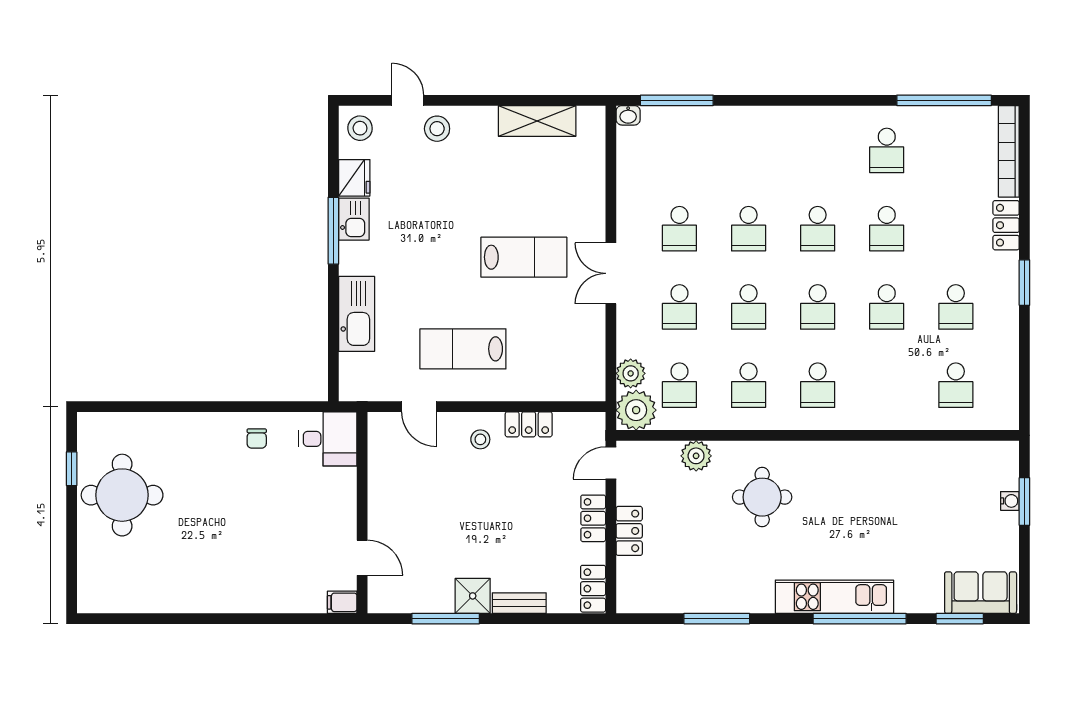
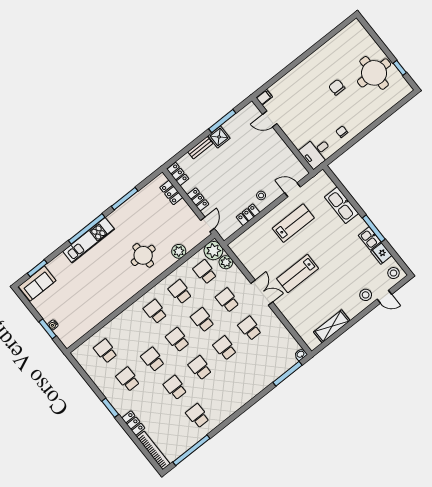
chair: (205, 521) -> (337, 87), added
locker: (629, 531) -> (171, 192), moved
window: (860, 619) -> (87, 229), moved

